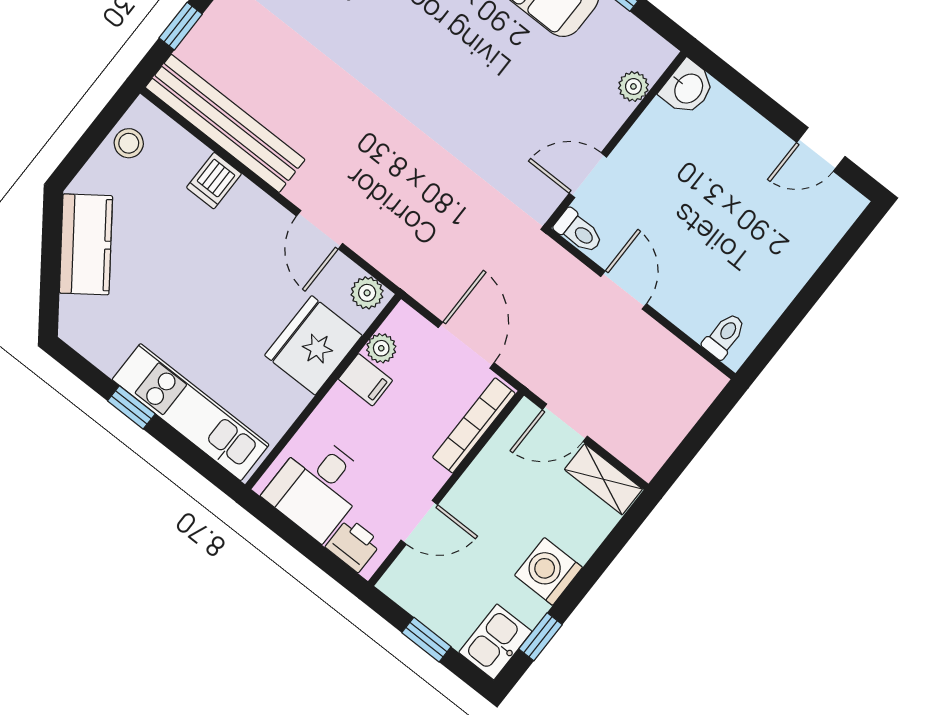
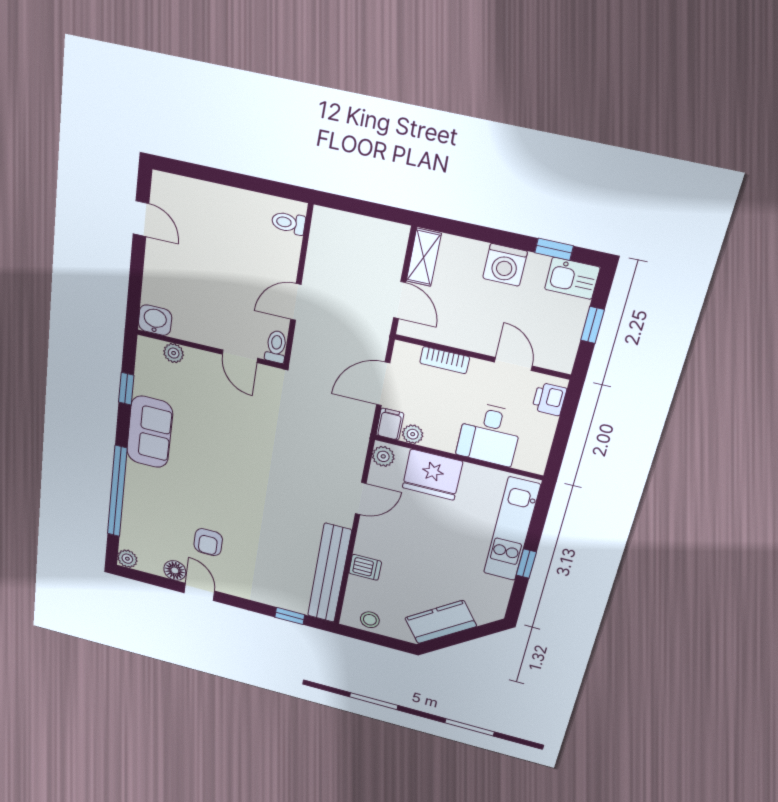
filing cabinet: (365, 380) -> (390, 424), moved
bookcase: (474, 425) -> (445, 360), width x0.64
desk: (317, 487) -> (489, 434), moved, turned 90

